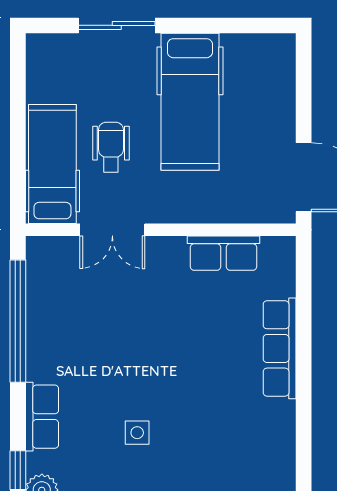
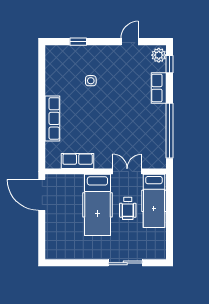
hospital bed: (190, 102) -> (97, 205), moved, turned 180
side table: (137, 433) -> (91, 81), moved

